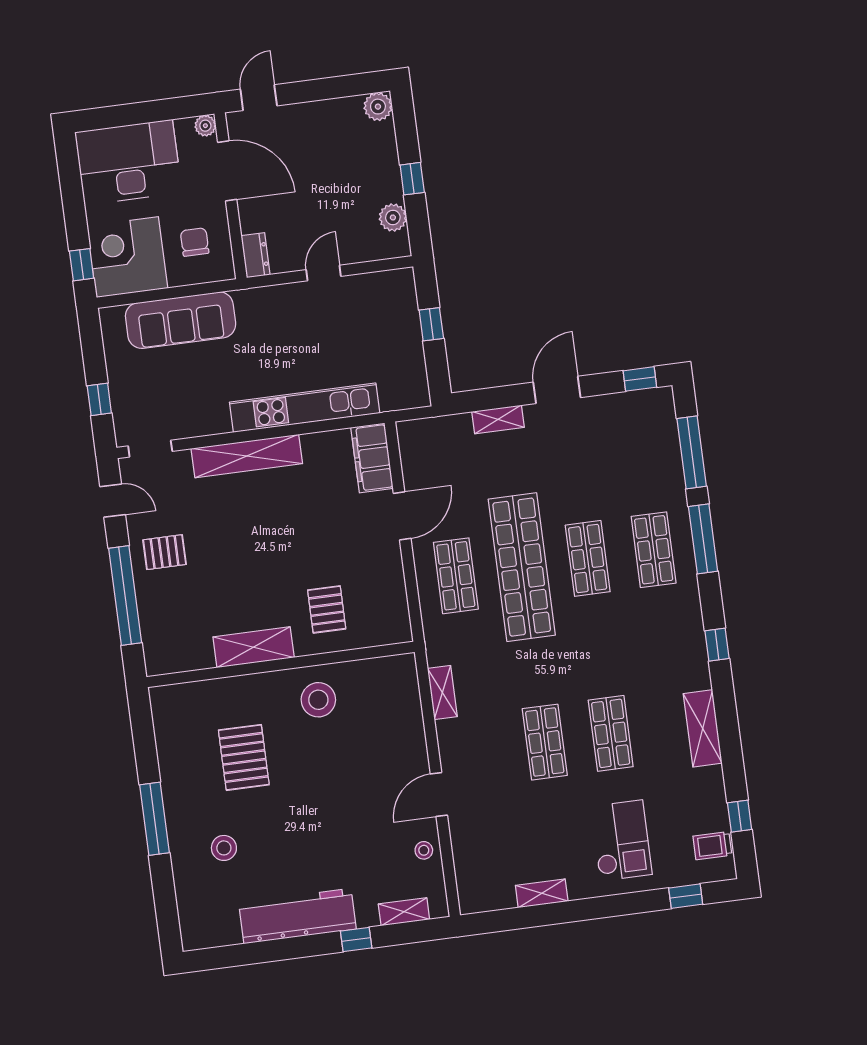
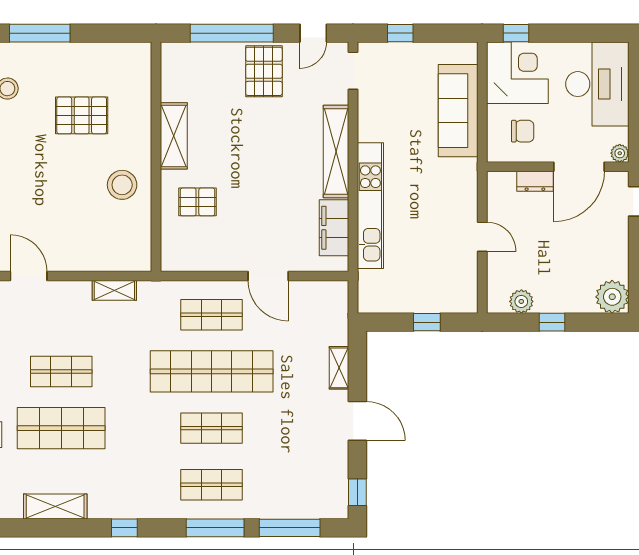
plant: (378, 107) -> (612, 297), width x1.36, depth x1.36
dresser: (256, 255) -> (535, 181), moved
filing cabinet: (372, 458) -> (334, 228), moved, turned -90
pallet: (165, 552) -> (264, 71), width x1.50, depth x1.42
shop shelf: (611, 733) -> (61, 428), width x1.43, depth x1.36

